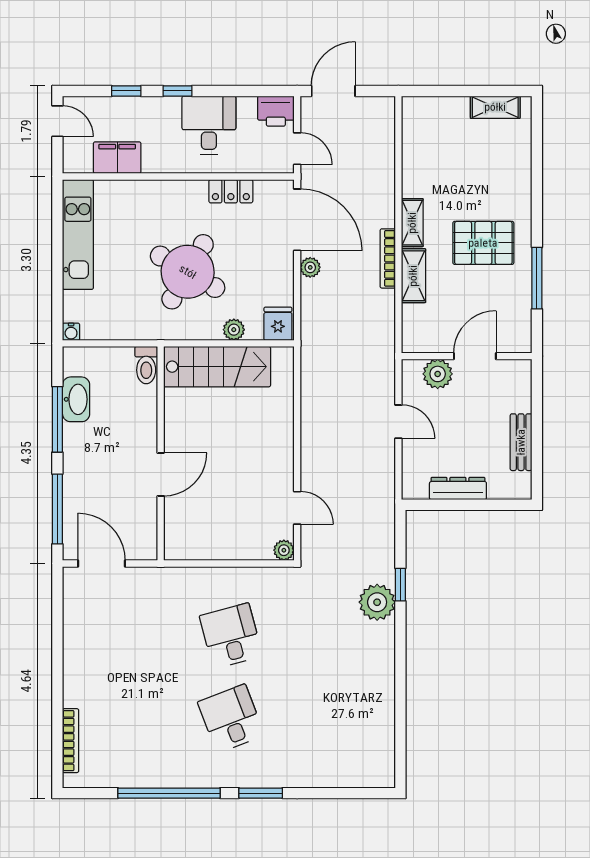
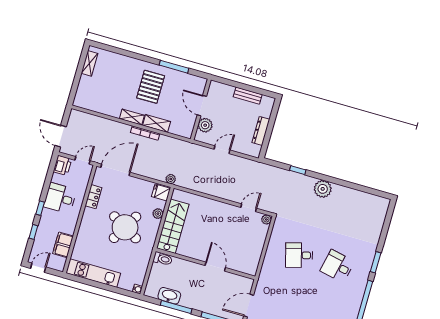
plant: (310, 267) -> (171, 179), moved
plant: (377, 602) -> (323, 189), moved
desk: (231, 719) -> (337, 266), turned 33

